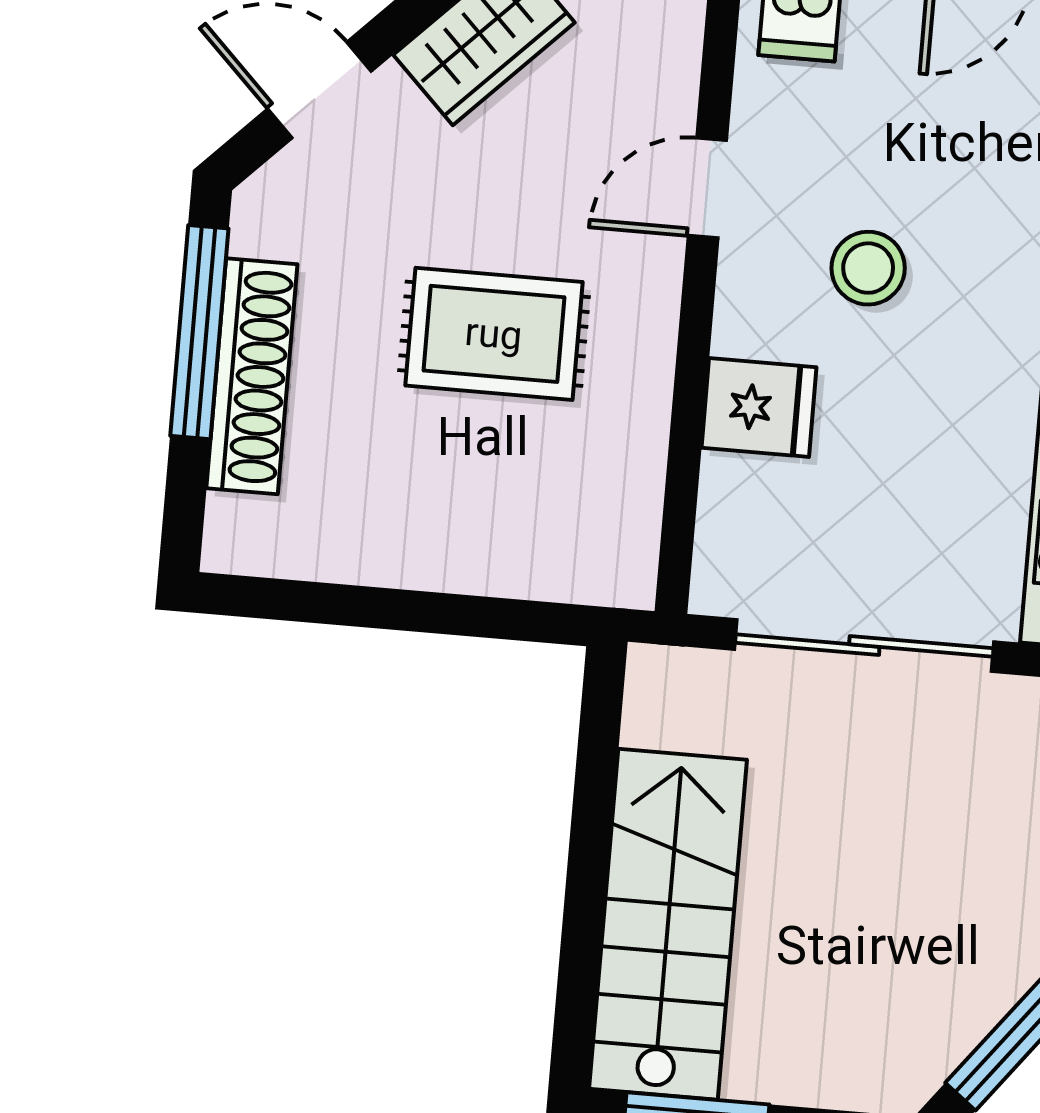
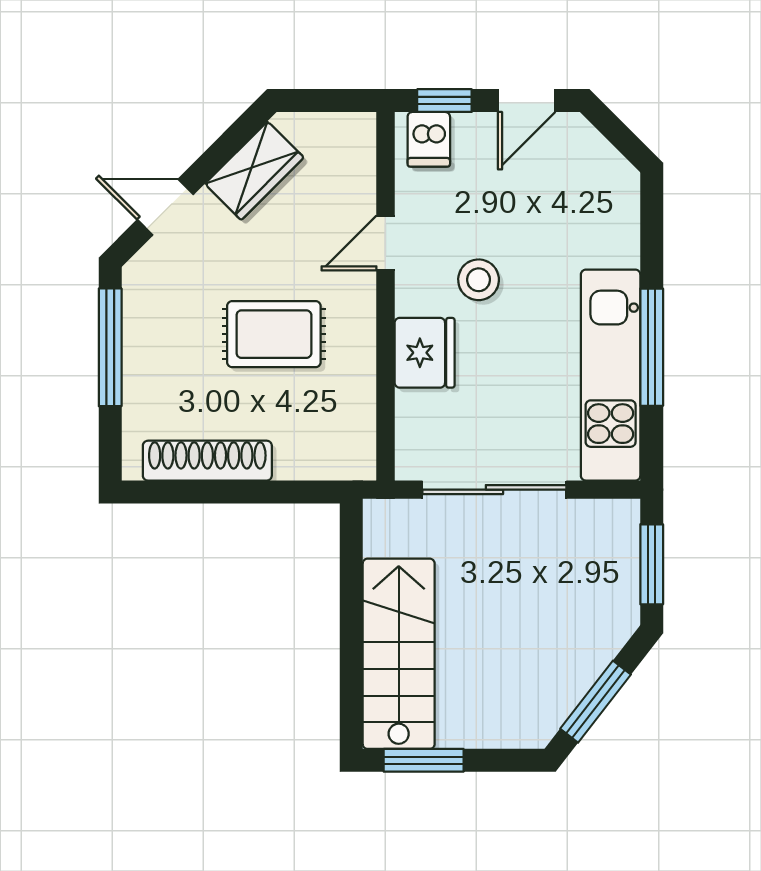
shoe rack: (252, 376) -> (207, 461), moved, turned -90
fridge: (759, 407) -> (425, 353), width x1.38

